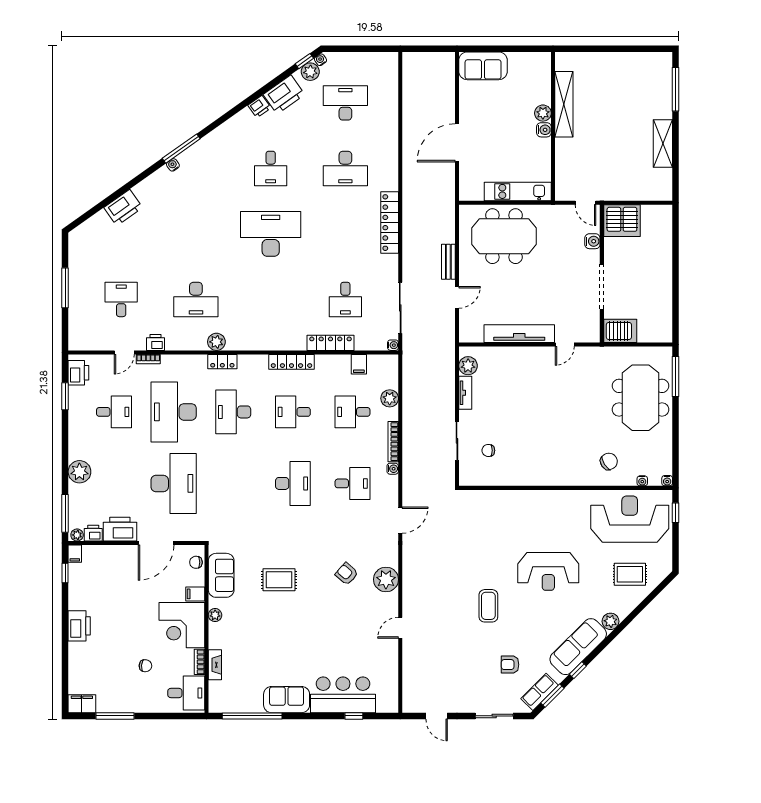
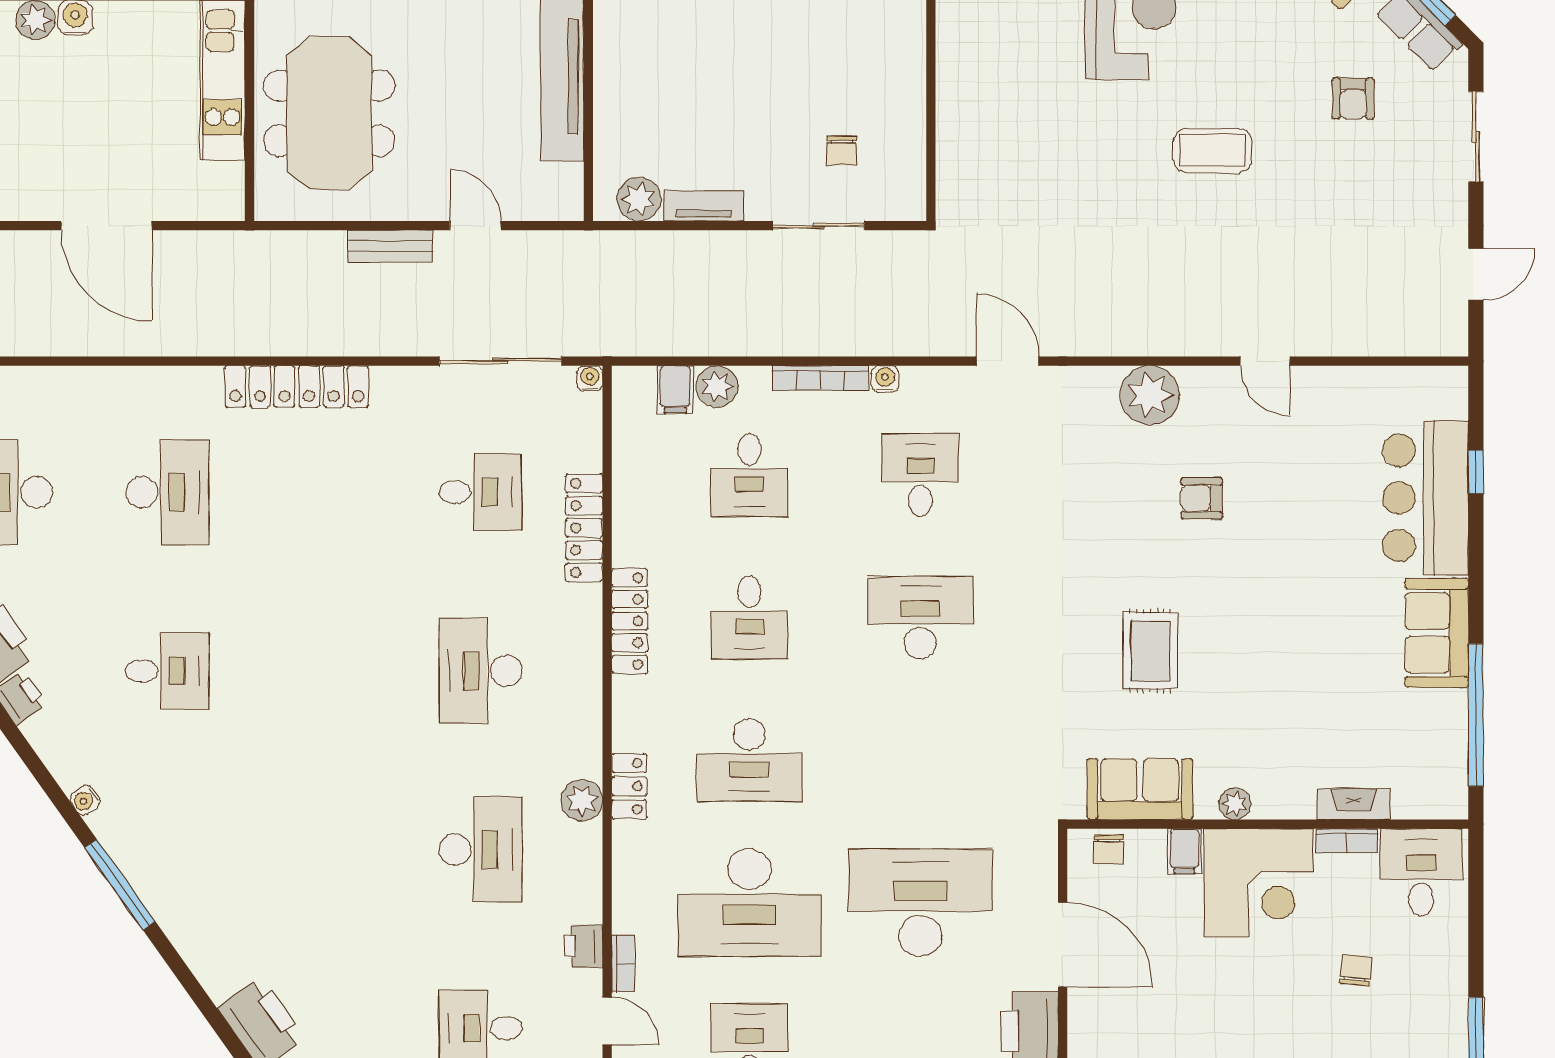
water cooler: (173, 165) -> (85, 800), moved
desk: (271, 234) -> (481, 671), moved, width x0.73, depth x0.77
filing cabinet: (359, 364) -> (675, 389), moved, turned 90
armchair: (347, 574) -> (1202, 498), moved, turned 49

